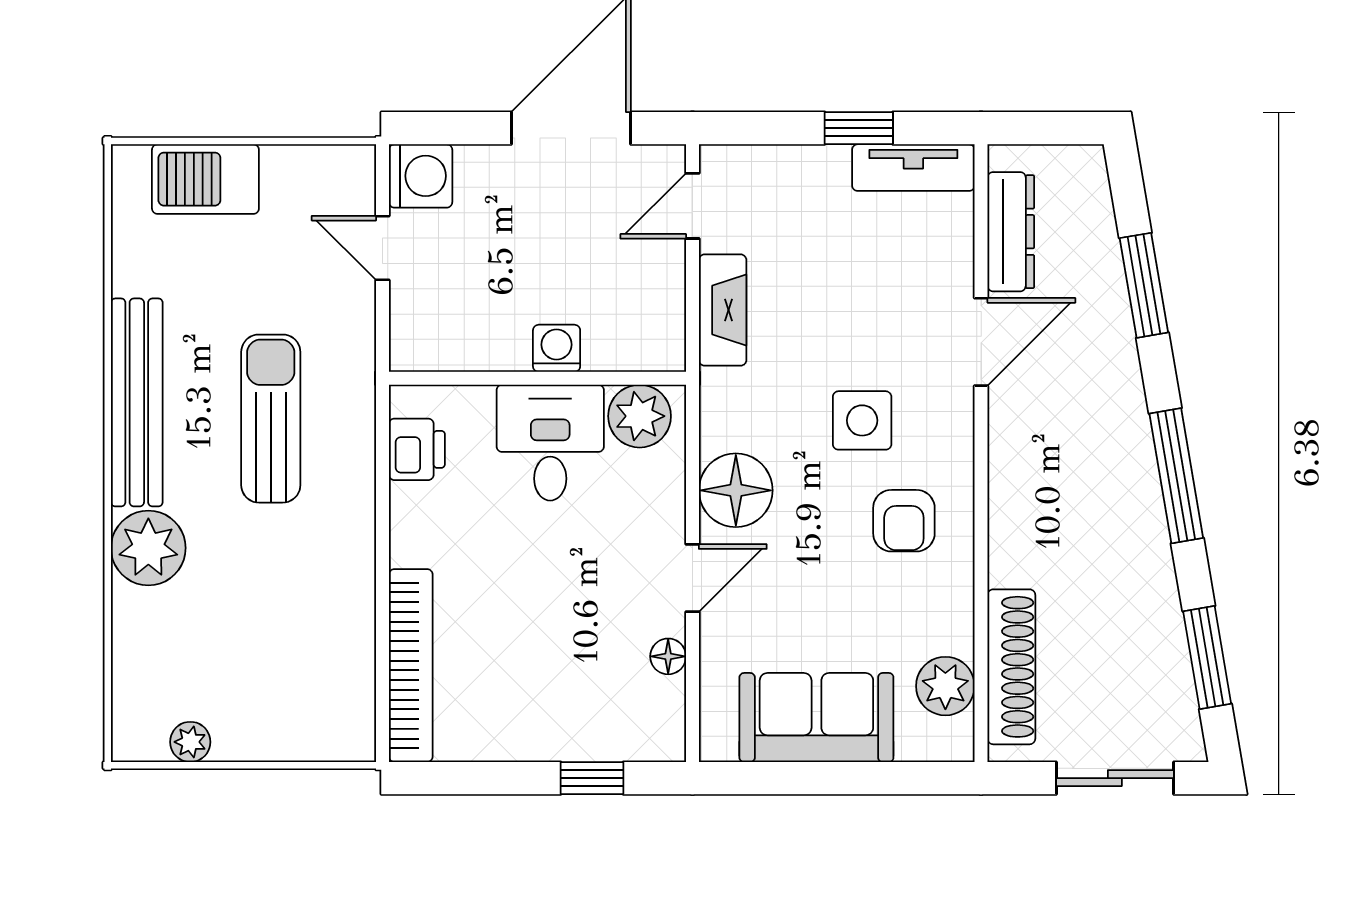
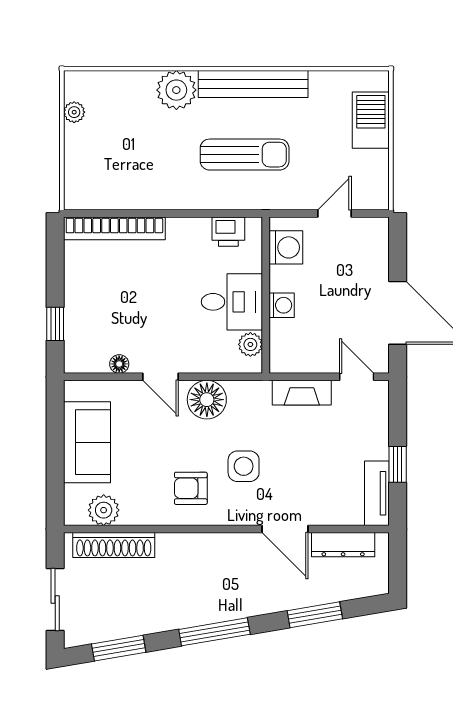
washing machine: (421, 176) -> (286, 247), moved, turned -90
plant: (640, 416) -> (250, 344), width x0.73, depth x0.73

